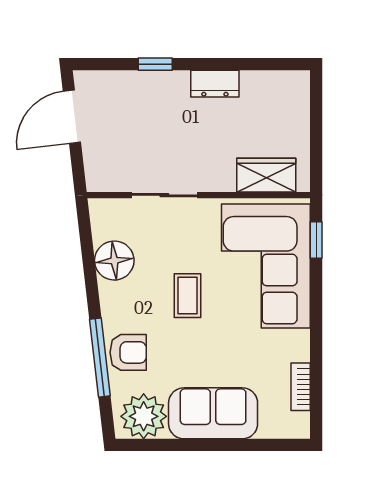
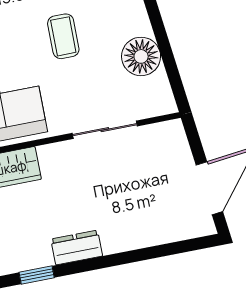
window: (155, 64) -> (37, 275), moved

